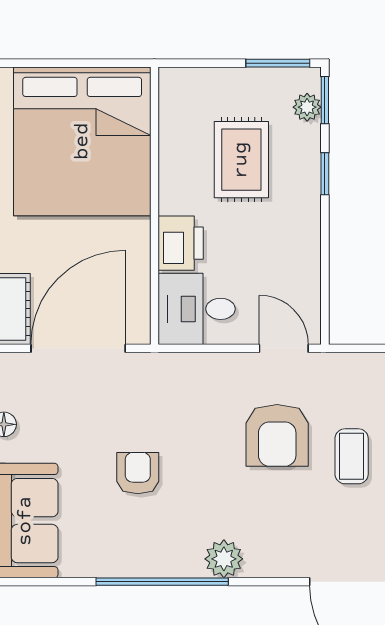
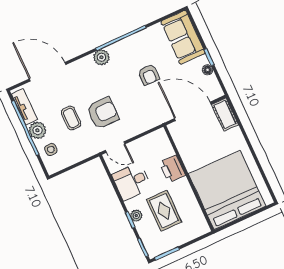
plant: (307, 107) -> (136, 216), moved
desk: (197, 309) -> (132, 182), moved, turned 180
door: (78, 348) -> (193, 111), swing flipped
armchair: (277, 435) -> (103, 113), turned 90

